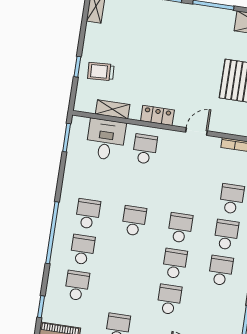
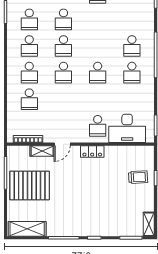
shelving: (113, 109) -> (42, 151), moved
desk: (106, 140) -> (127, 128), width x1.37
school desk: (77, 285) -> (29, 19), moved

